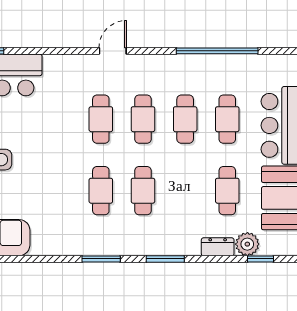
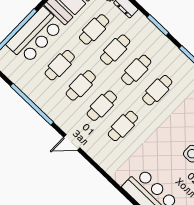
door: (113, 51) -> (72, 143), moved
cafe table: (185, 191) -> (115, 50), added

